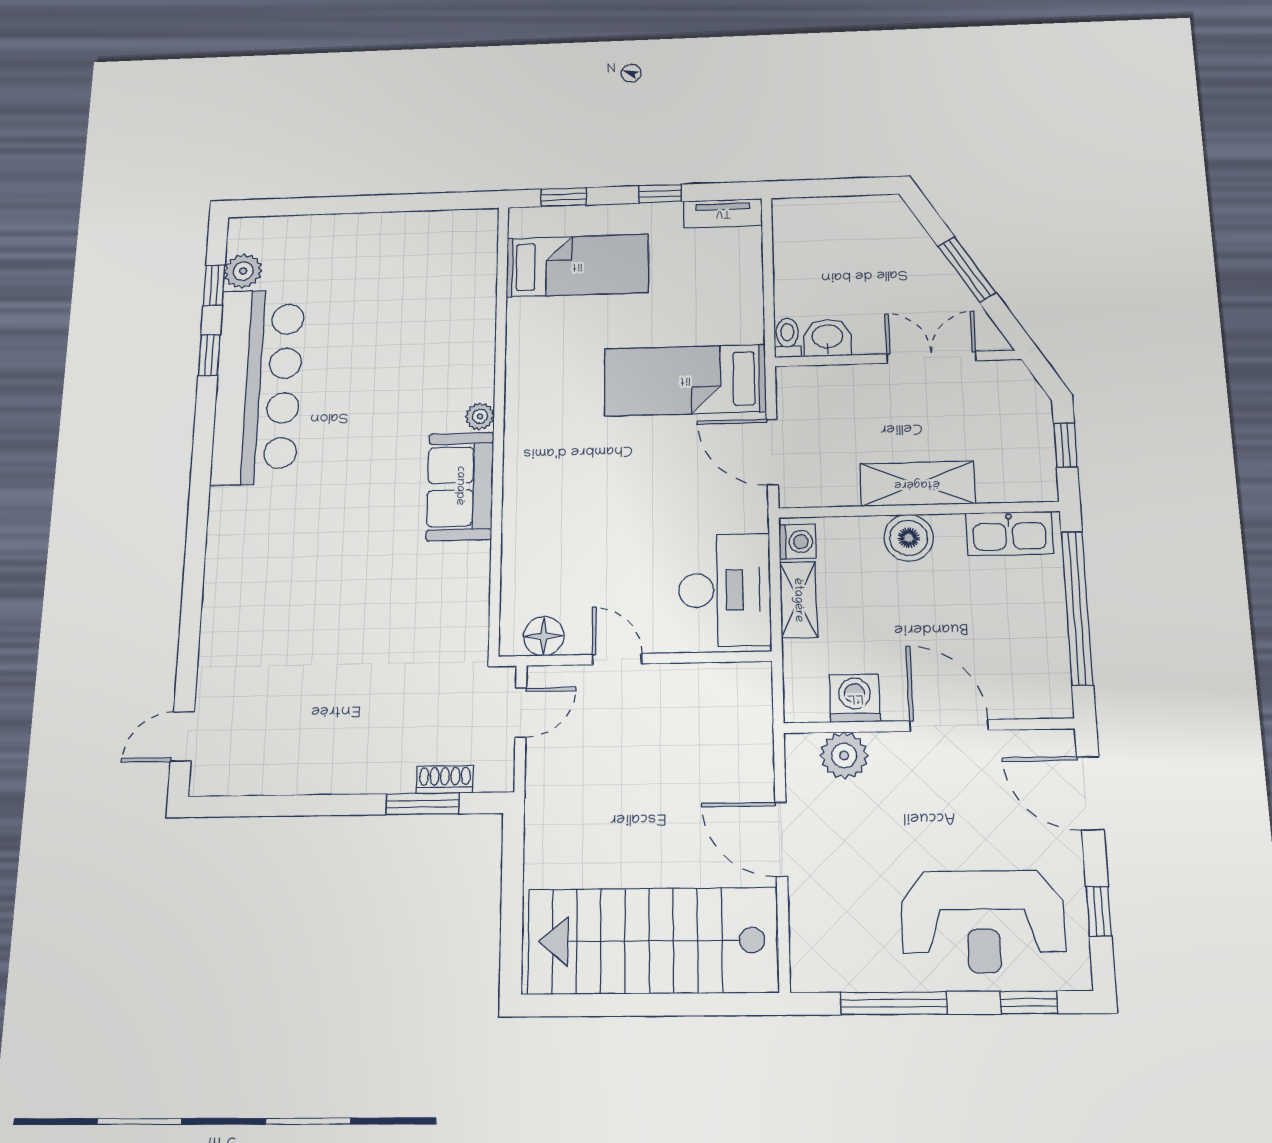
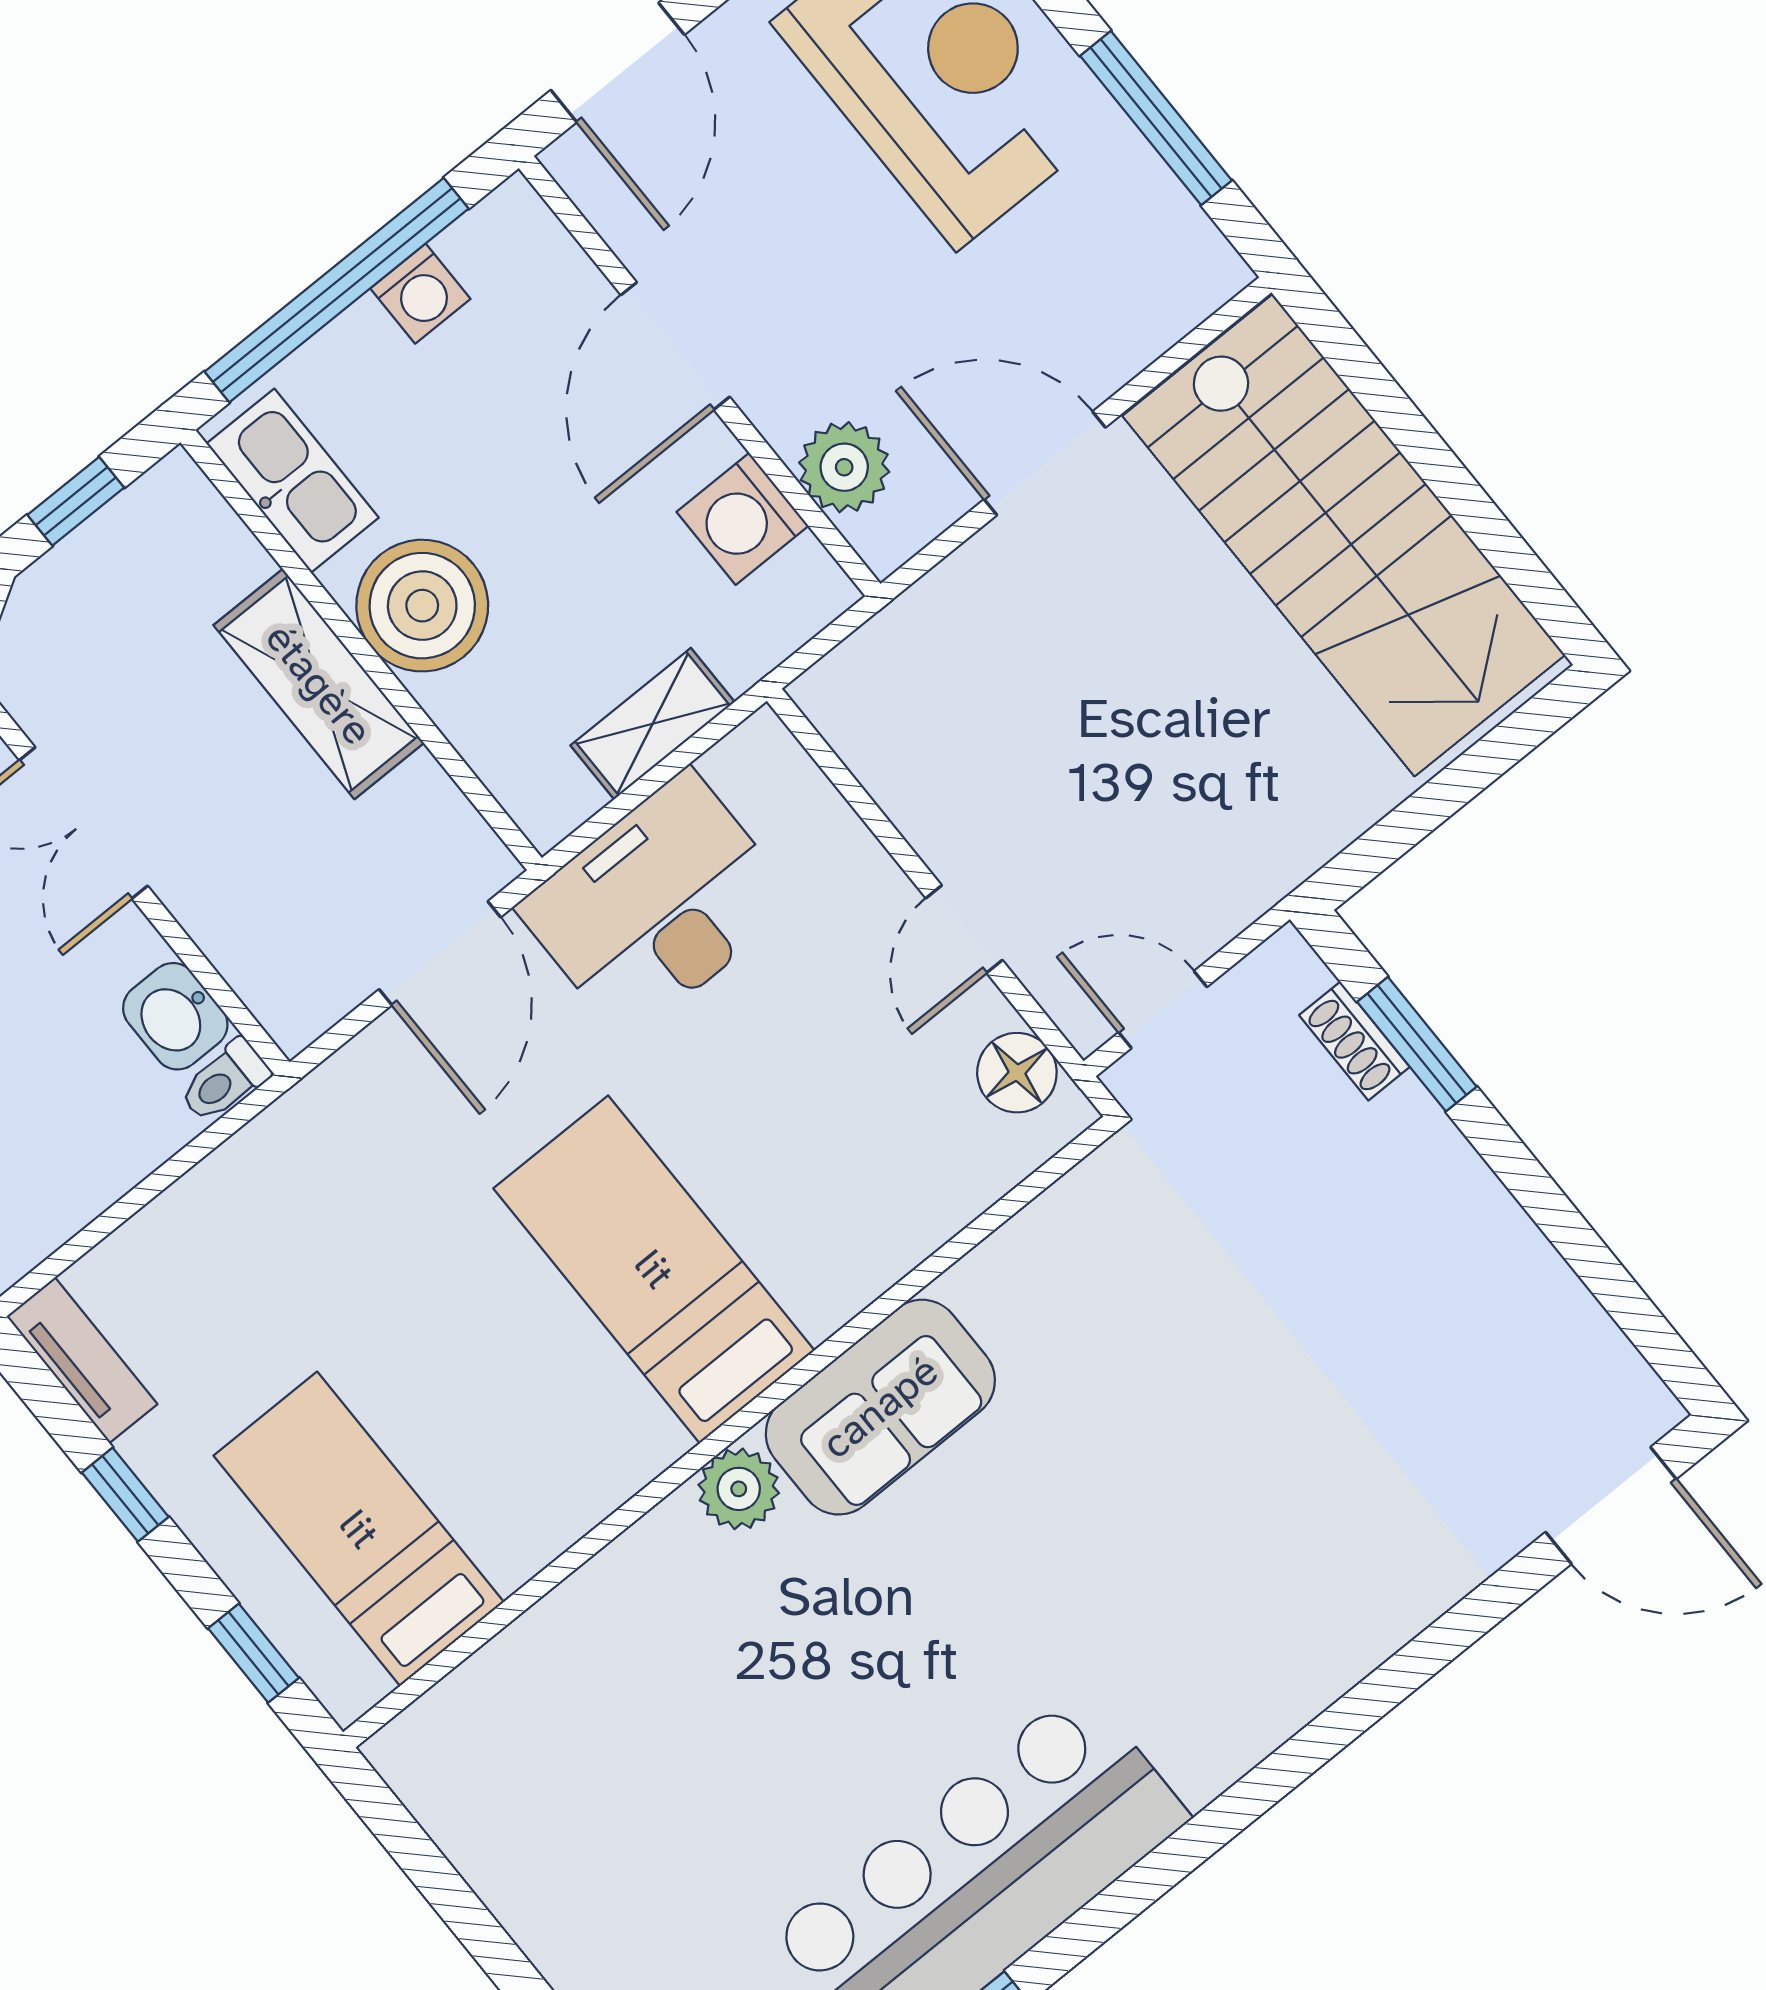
bed: (685, 380) -> (654, 1269), moved, turned 180
plant: (480, 416) -> (739, 1489), width x1.38, depth x1.38
boiler: (909, 538) -> (422, 606), width x1.37, depth x1.37
washing machine: (797, 542) -> (420, 294), moved, turned 180
desk: (725, 590) -> (657, 905), moved
door: (182, 736) -> (1611, 1506), width x1.38
door: (781, 839) -> (1045, 463), swing flipped

